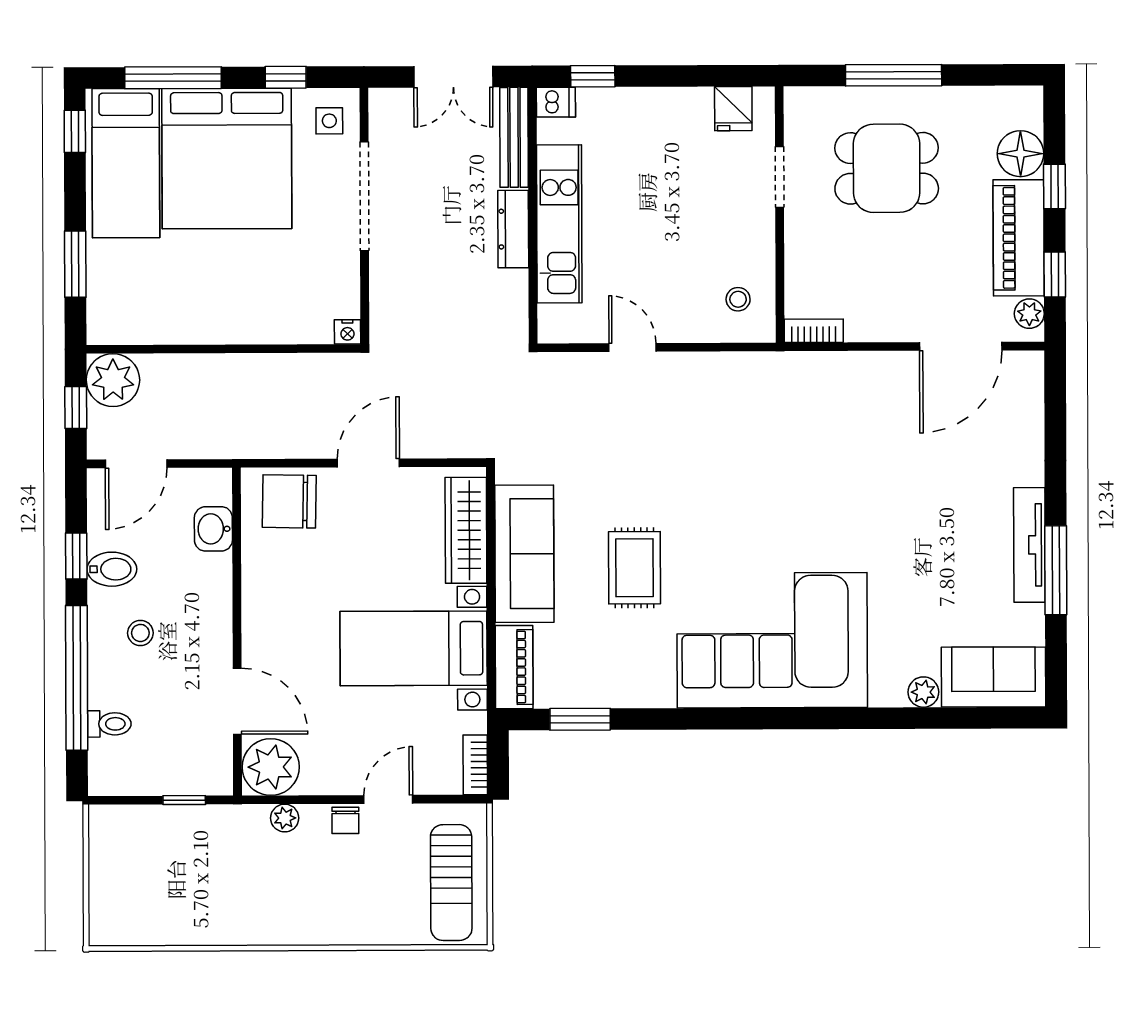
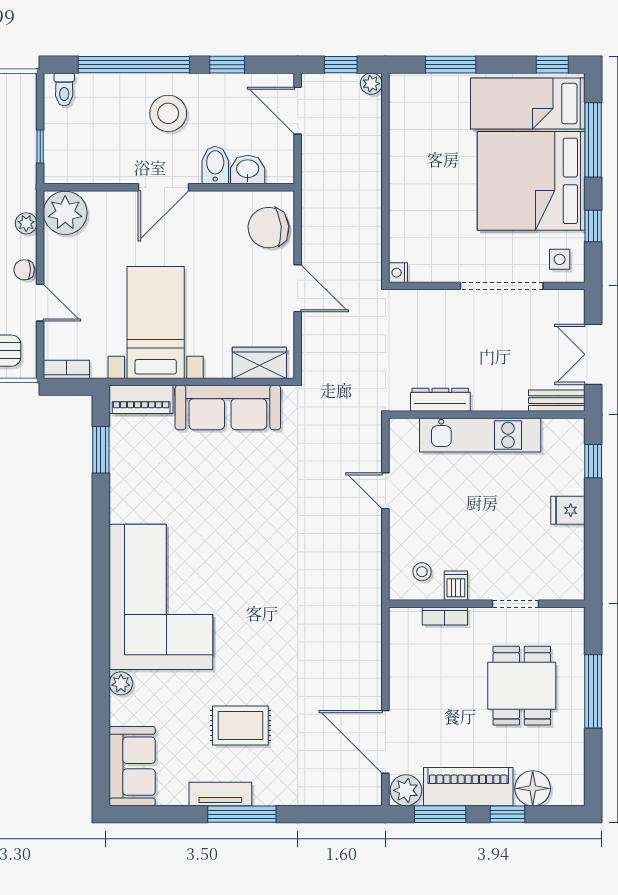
dishwasher: (556, 102) -> (456, 586), moved, turned 180
fridge: (733, 109) -> (568, 510), moved
bench: (514, 137) -> (557, 401), width x0.73
dresser: (513, 229) -> (440, 400), moved
window: (1055, 274) -> (440, 814), width x1.50
plant: (1029, 314) -> (406, 790), width x1.38, depth x1.38
bookcase: (814, 331) -> (445, 616), moved, turned 90
door: (632, 347) -> (385, 491), swing flipped
plant: (113, 380) -> (371, 84), width x0.53, depth x0.53
chair: (289, 501) -> (268, 228), turned -96
wardrobe: (466, 530) -> (259, 363), width x0.67
tv unit: (1029, 545) -> (220, 794), width x0.71
rug: (635, 568) -> (240, 725), moved
bidet: (112, 569) -> (215, 165), moved, turned 180
window: (1056, 570) -> (242, 814), moved
stool: (140, 633) -> (168, 113), width x1.89, depth x1.89
plant: (923, 692) -> (121, 683), moved
door: (237, 701) -> (163, 187), moved
toilet: (109, 724) -> (64, 89), moved

